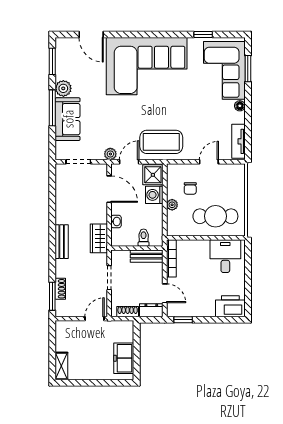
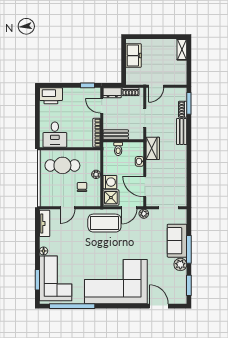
window: (203, 35) -> (72, 306), width x3.17
bench: (62, 242) -> (182, 132), moved

